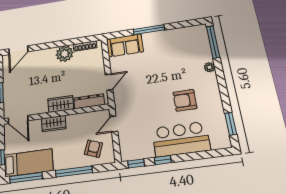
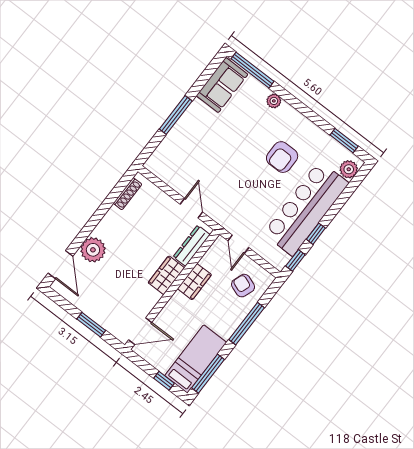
sofa: (125, 45) -> (222, 85), moved
plant: (65, 54) -> (93, 250), moved
wardrobe: (54, 124) -> (194, 282), moved
bar counter: (181, 139) -> (306, 208), width x1.36
plant: (218, 142) -> (349, 169), added

